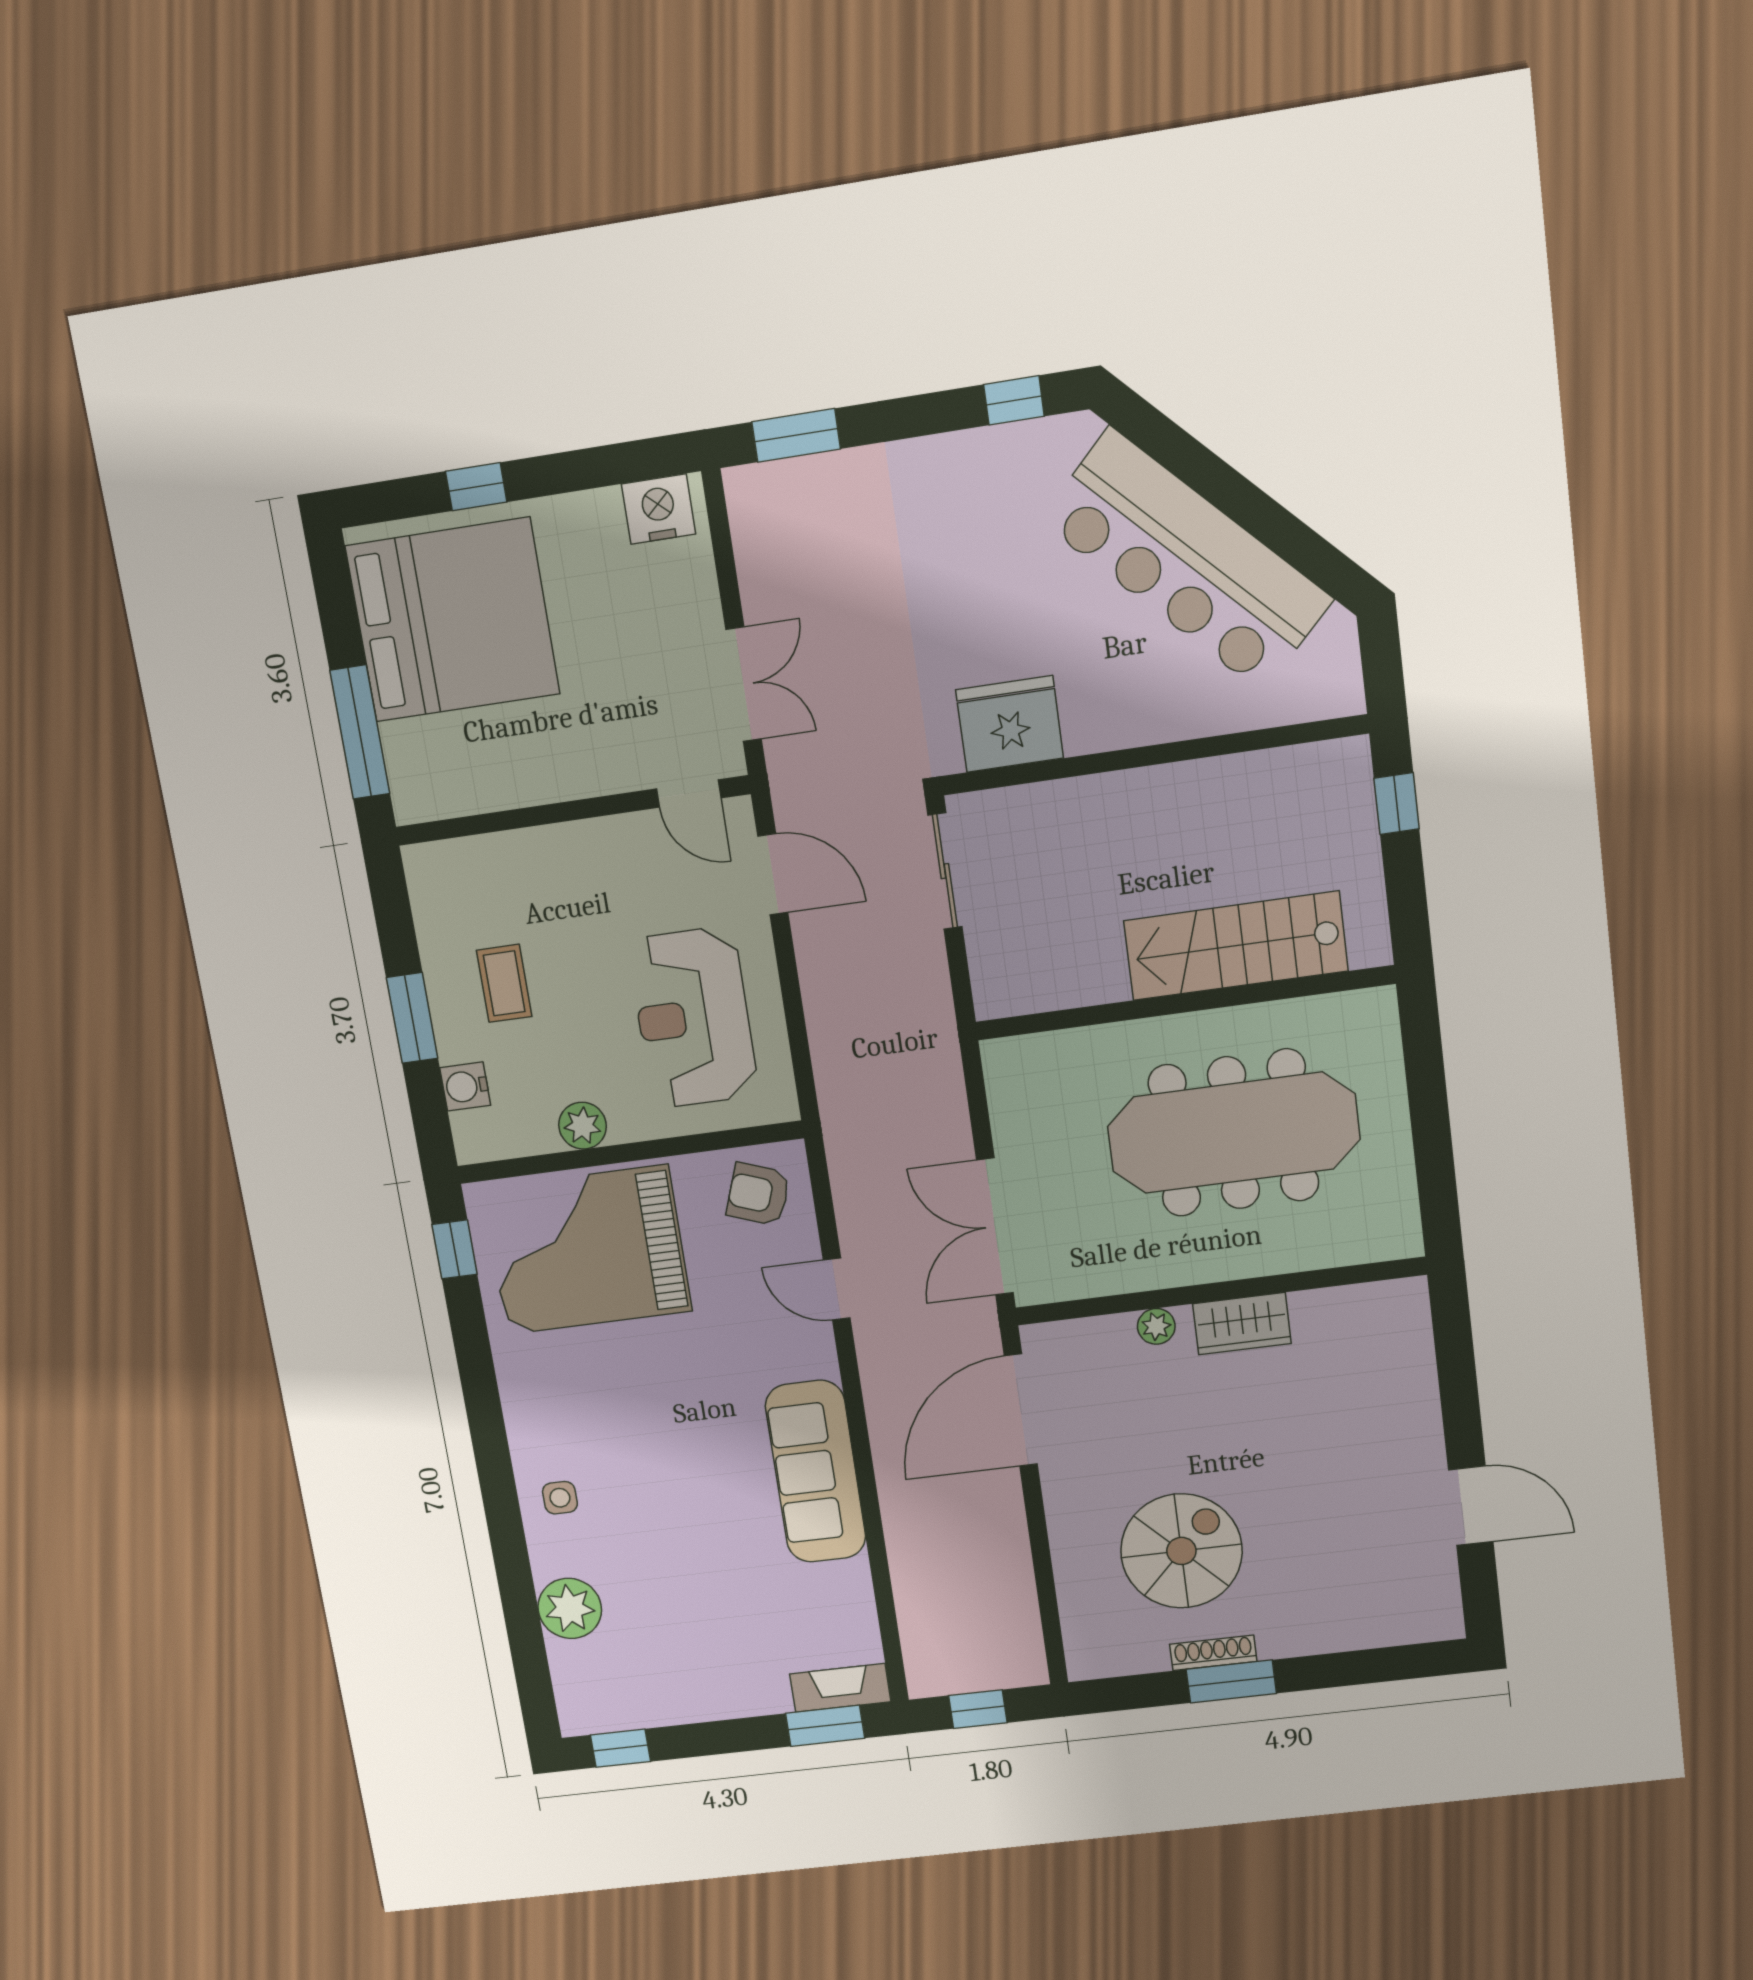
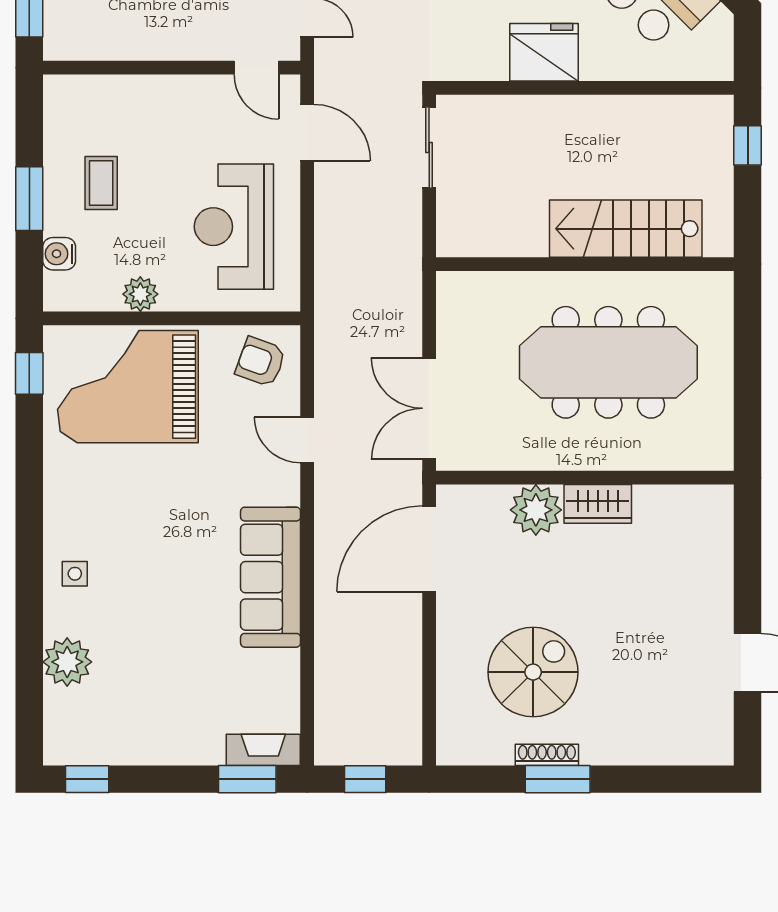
fridge: (1010, 724) -> (544, 52), moved
plant: (1156, 1326) -> (536, 510), width x1.88, depth x1.88

